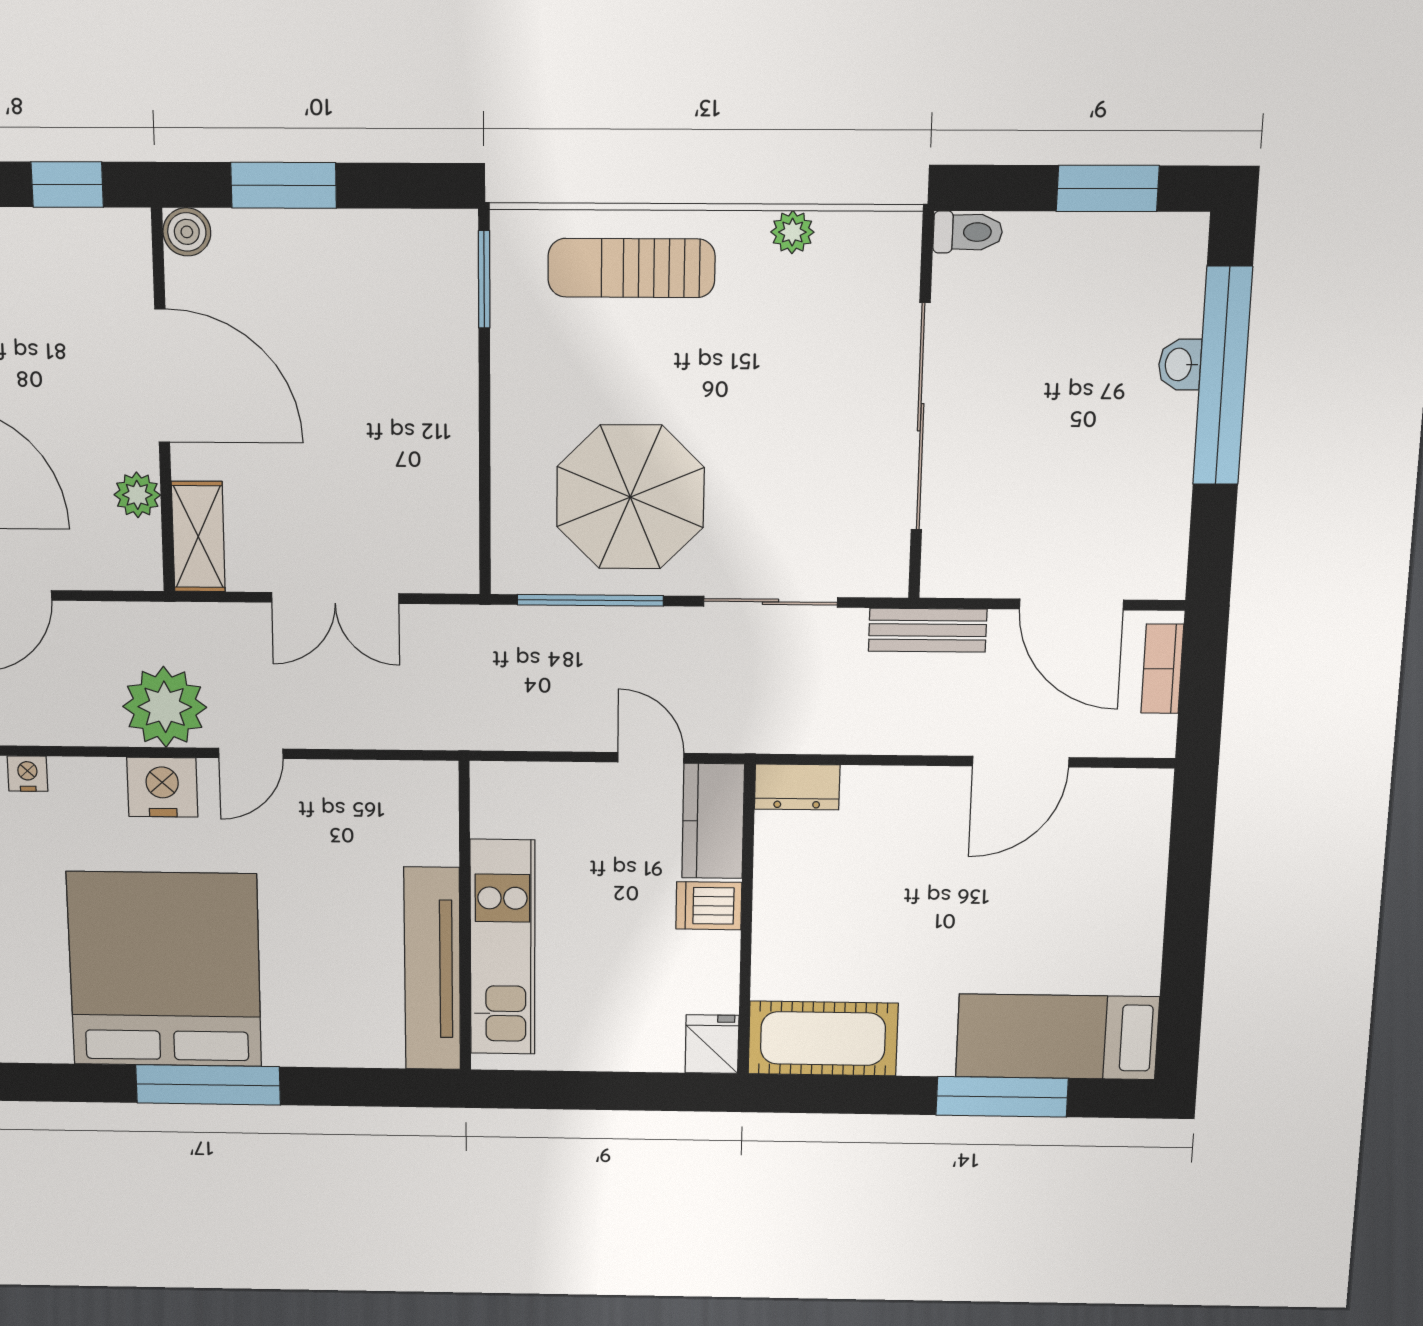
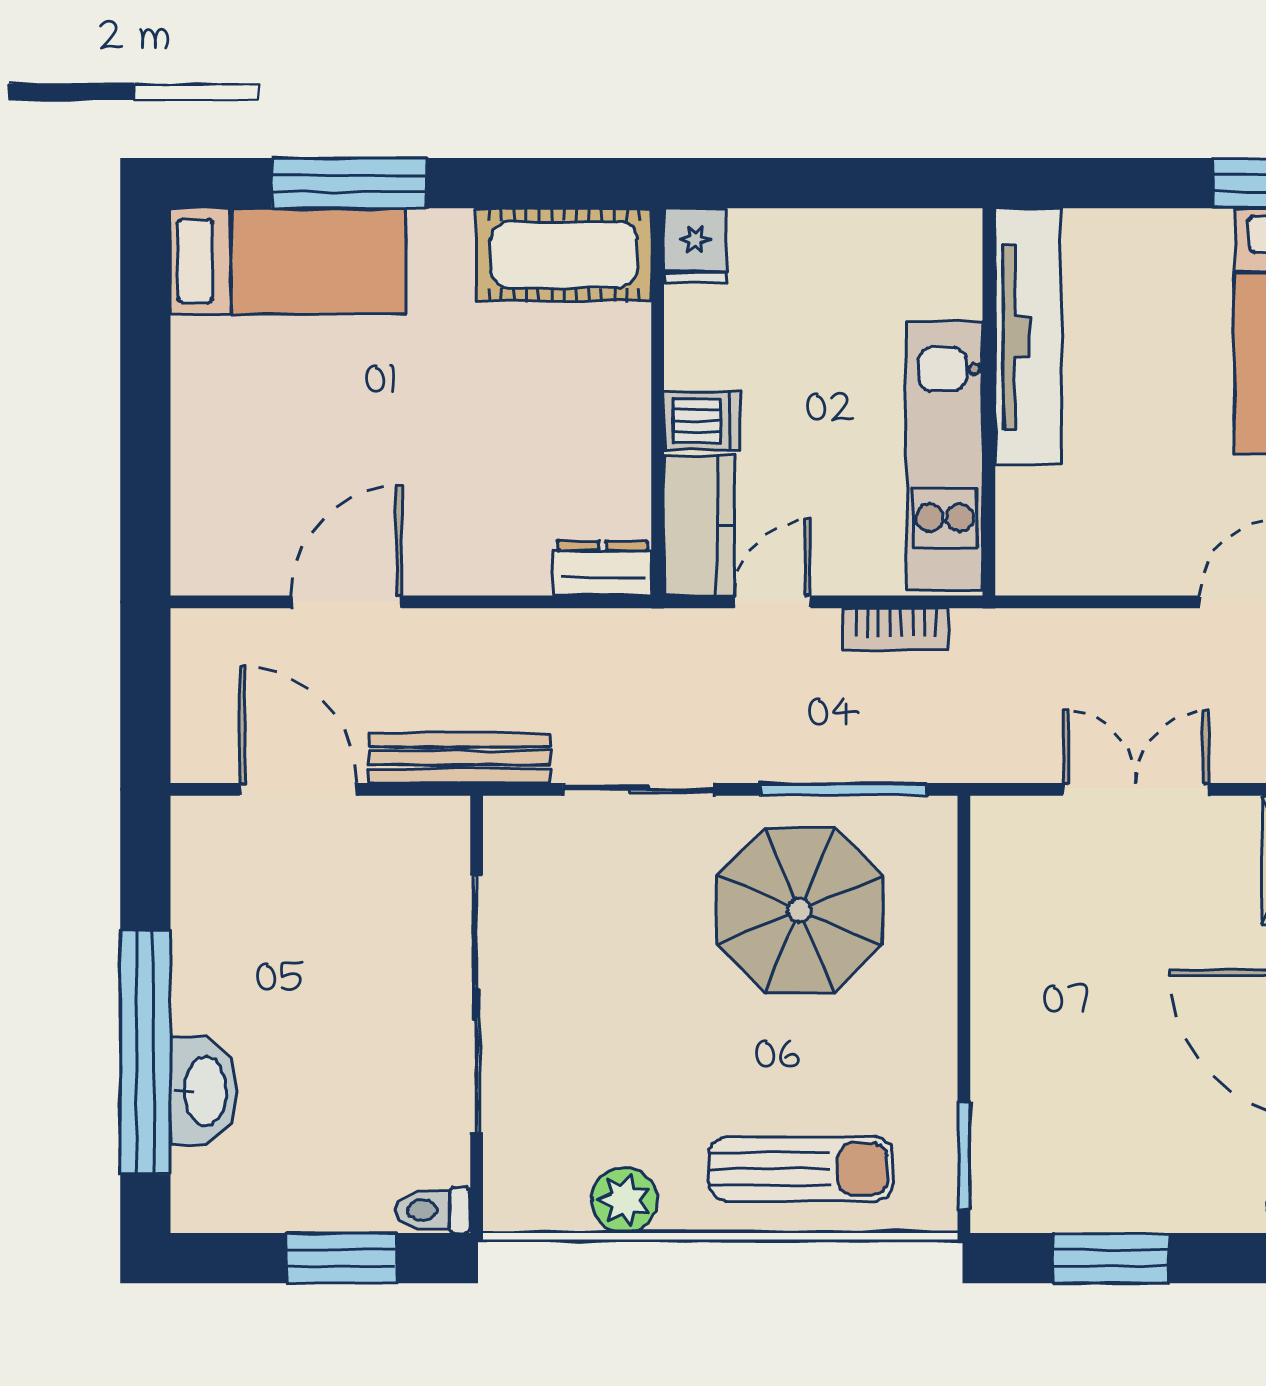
window: (284, 185) -> (1111, 1258), moved
window: (1108, 188) -> (341, 1258), moved
plant: (792, 232) -> (625, 1200), width x1.38, depth x1.38
washbasin: (1180, 364) -> (203, 1091), width x1.91, depth x1.45
bench: (928, 630) -> (459, 758), width x1.36
bookcase: (1162, 669) -> (896, 629), moved, turned 90
door: (651, 758) -> (773, 602), swing flipped
kitchen unit: (503, 948) -> (945, 456), moved

